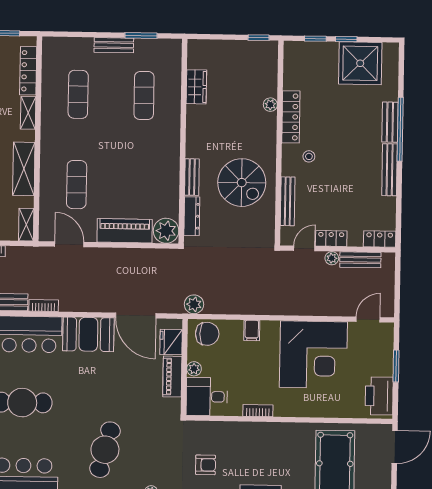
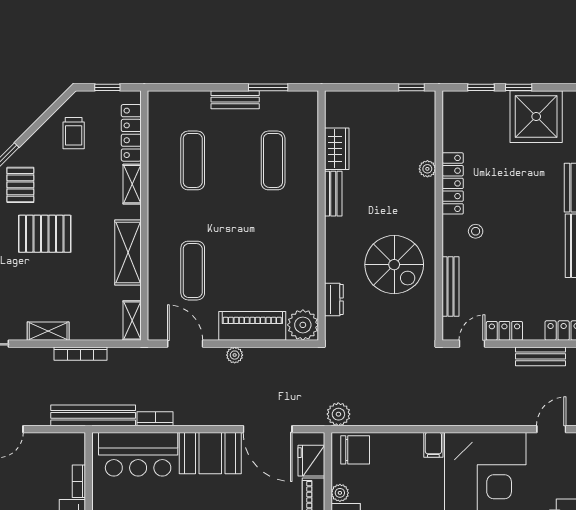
bench: (192, 177) -> (333, 194), moved
dresser: (192, 216) -> (334, 299), width x0.70
plant: (332, 258) -> (235, 355), moved
filing cabinet: (252, 330) -> (433, 445), moved

